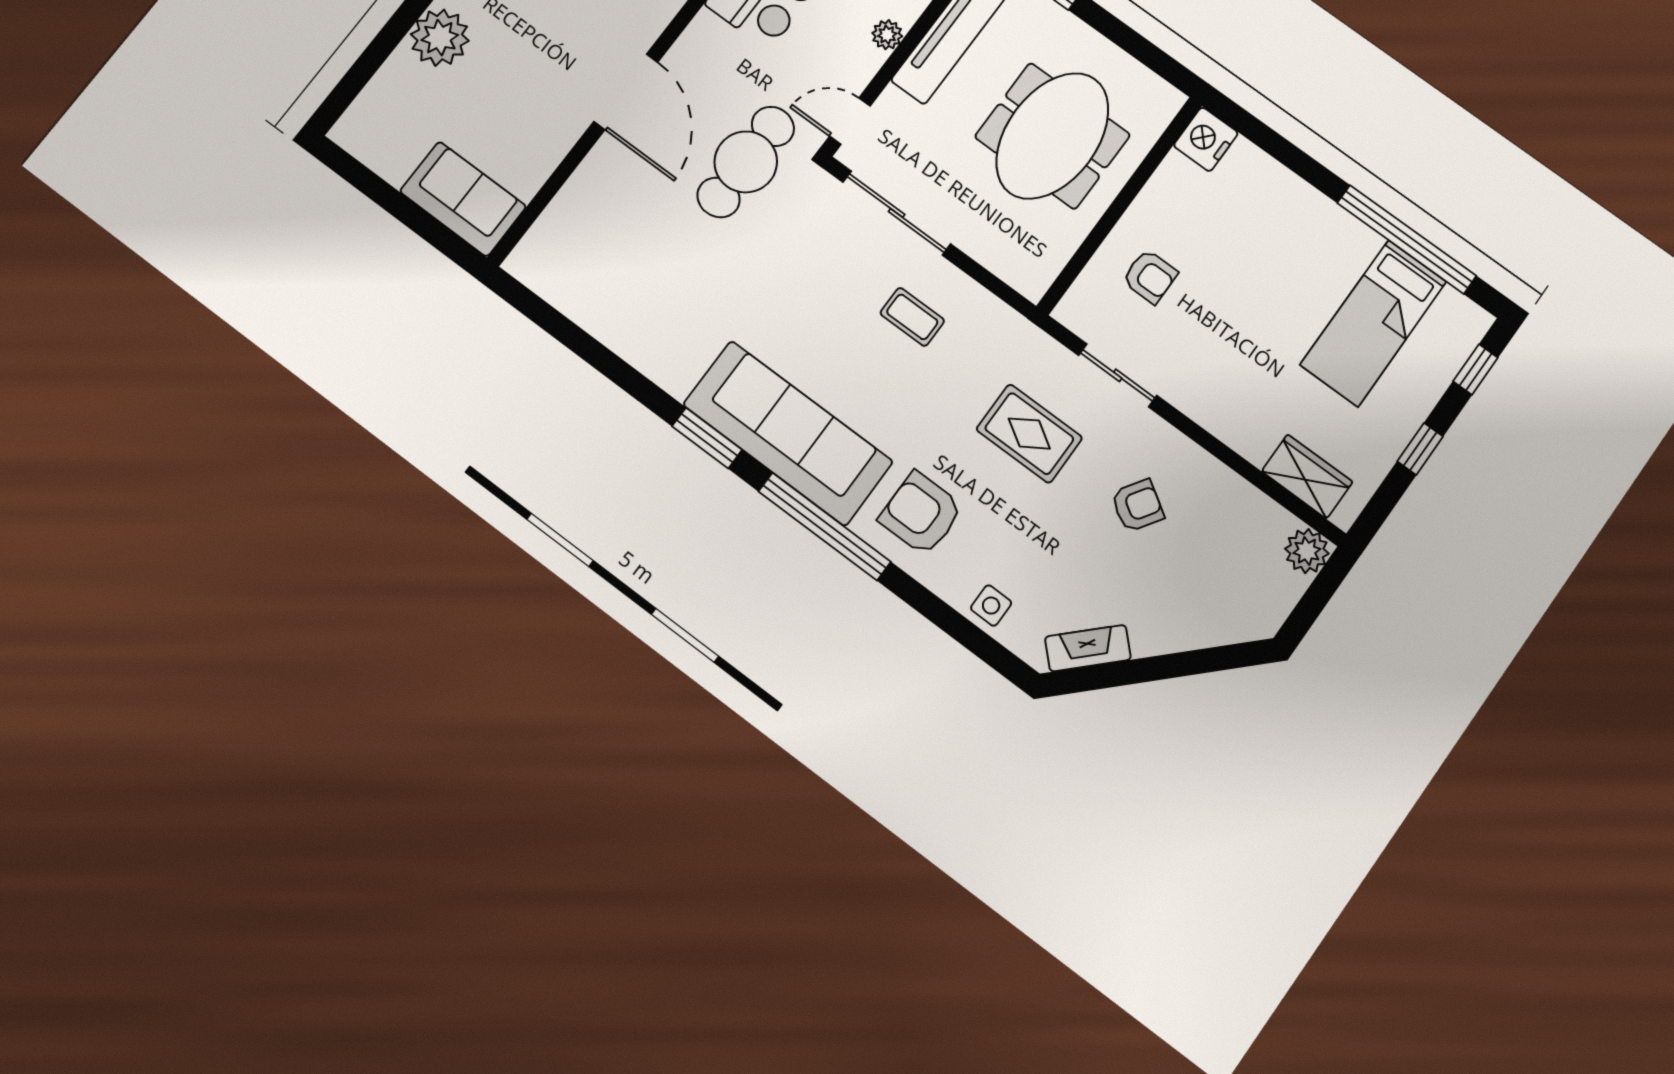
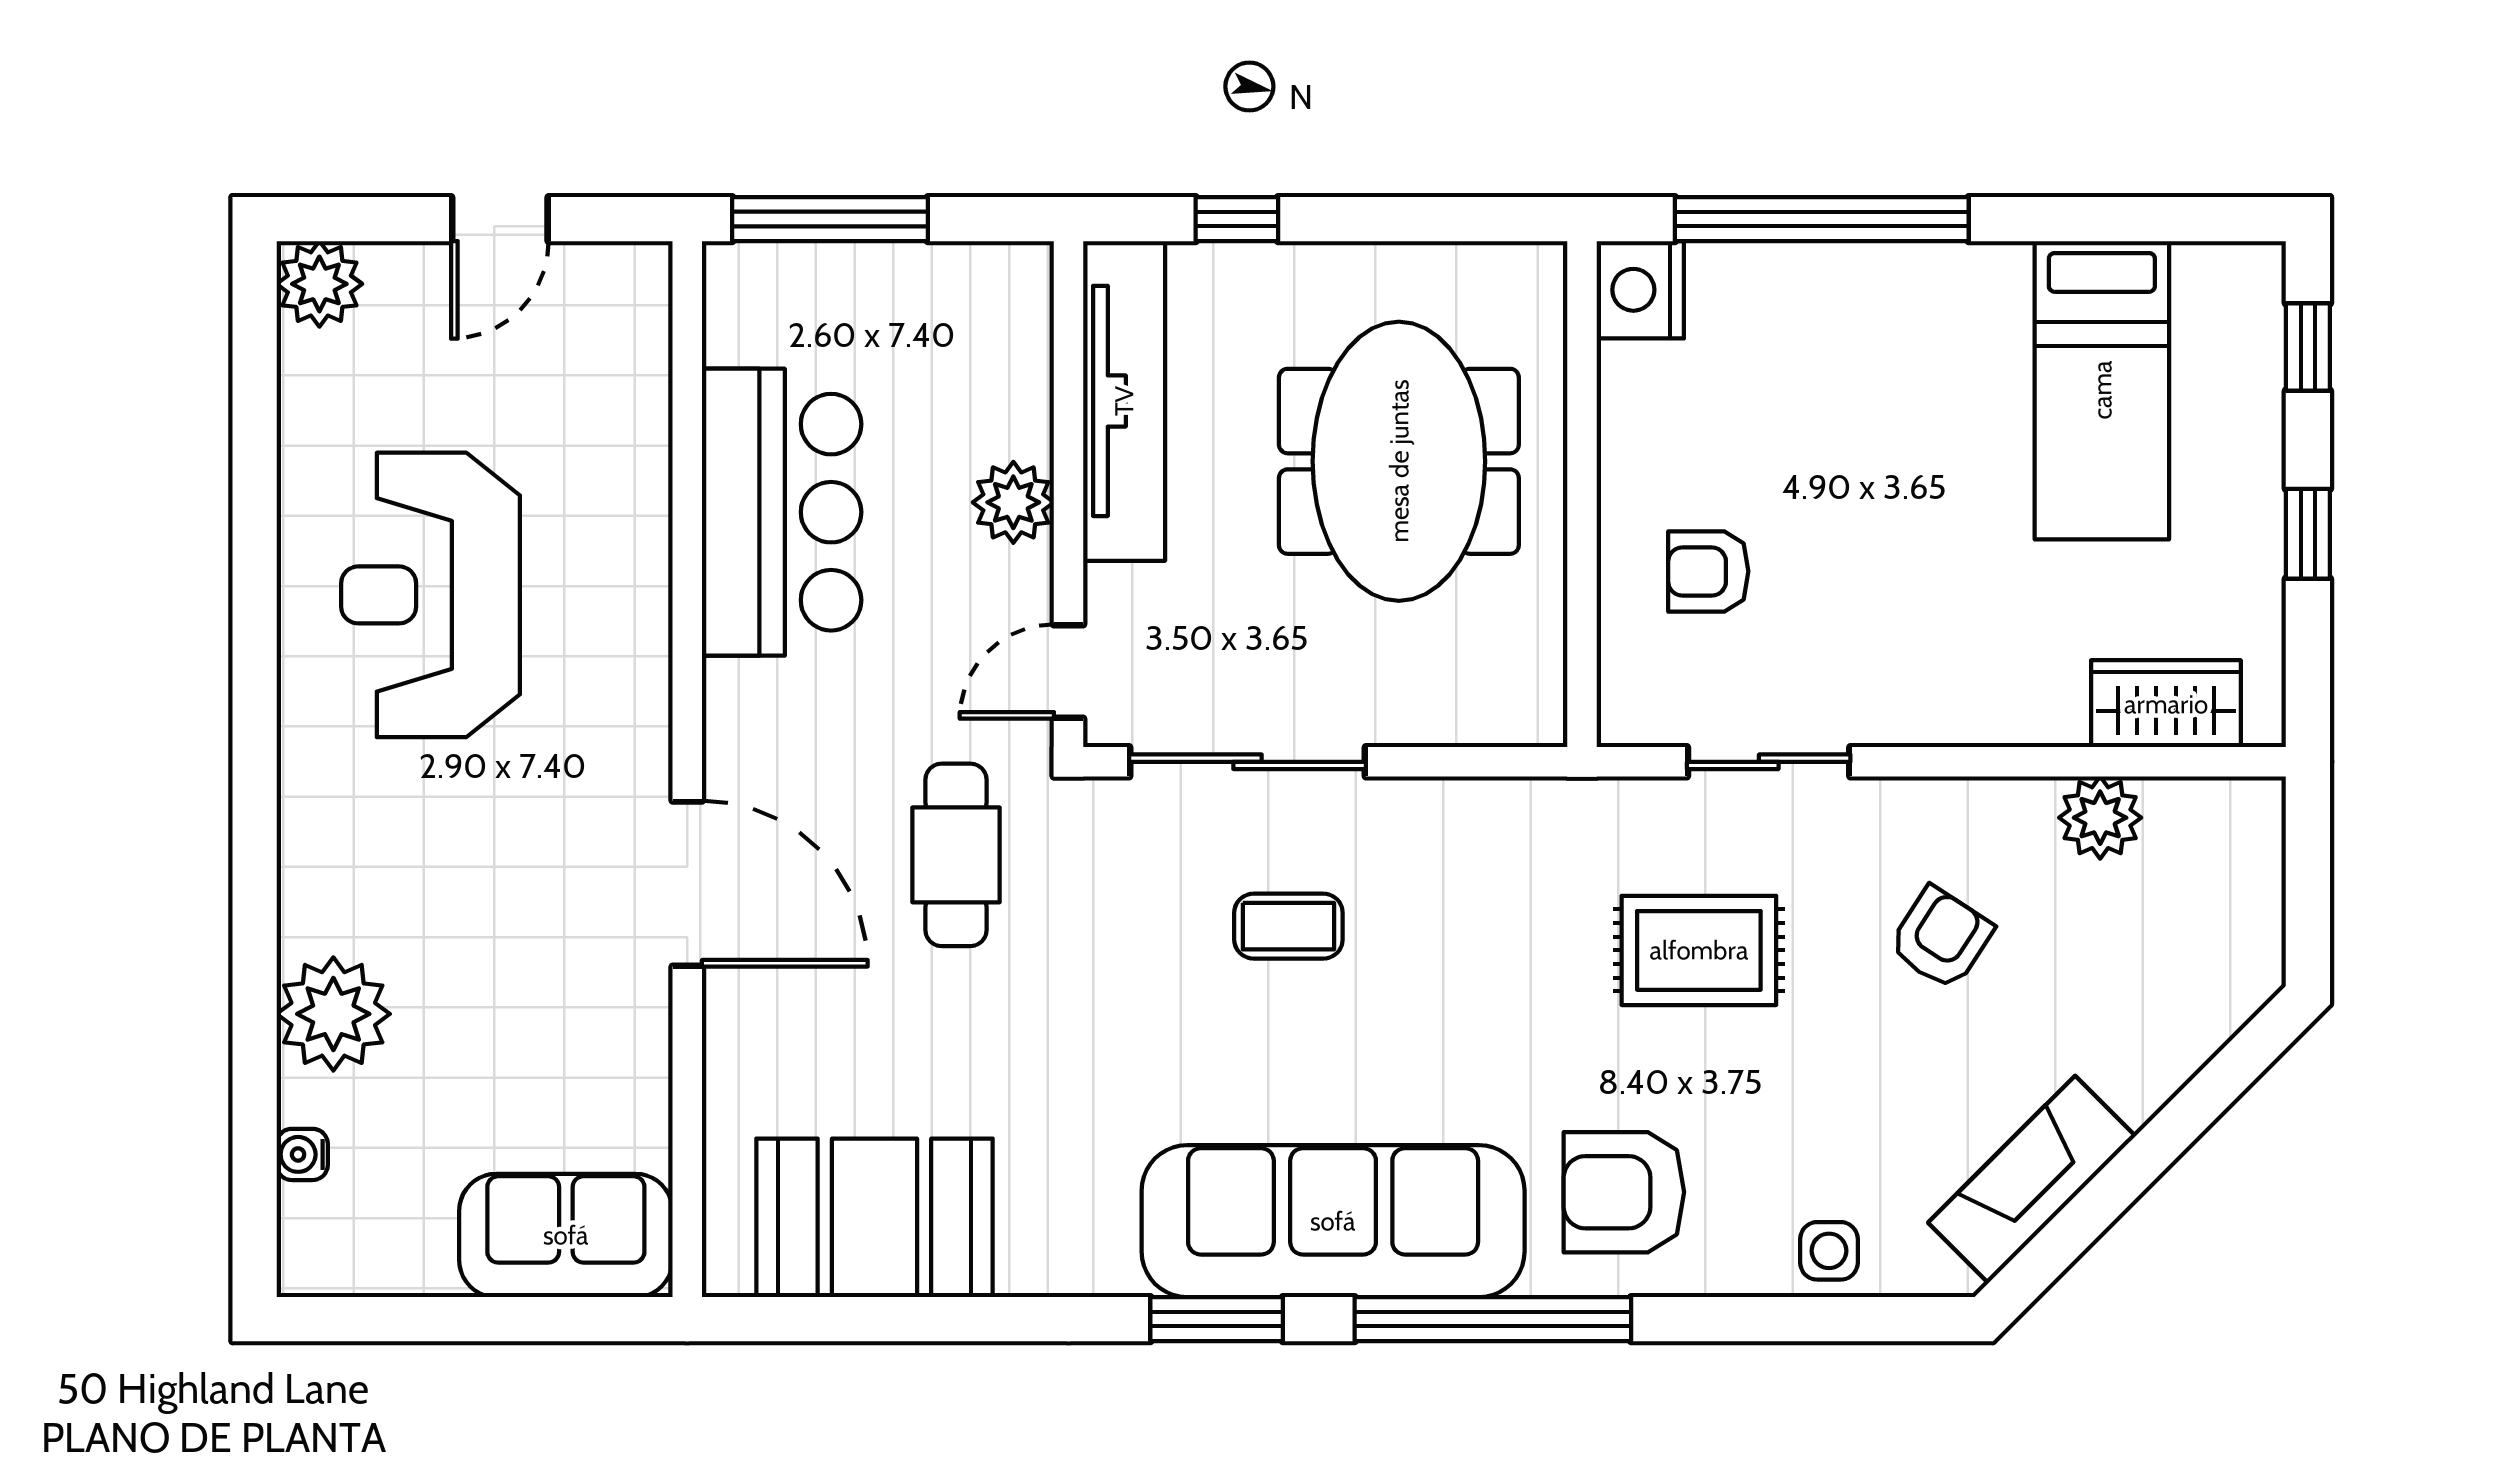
plant: (887, 35) -> (1013, 502), width x1.38, depth x1.38
water cooler: (382, 85) -> (302, 1154), added
cafe table: (746, 162) -> (956, 855), width x0.73, depth x0.74
window: (1407, 239) -> (1822, 219), moved
armchair: (1150, 276) -> (1708, 571), turned 180
booth: (596, 287) -> (874, 1218), added
coffee table: (912, 317) -> (1288, 926), moved
plant: (1307, 551) -> (2100, 818), moved
fireplace: (1088, 648) -> (2032, 1179), width x1.37, depth x1.32

